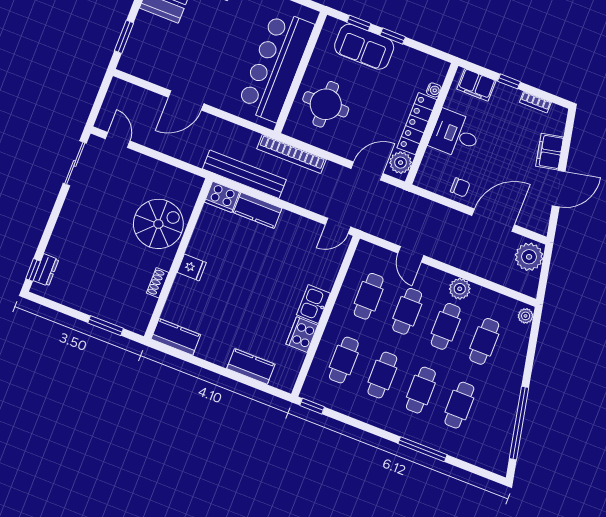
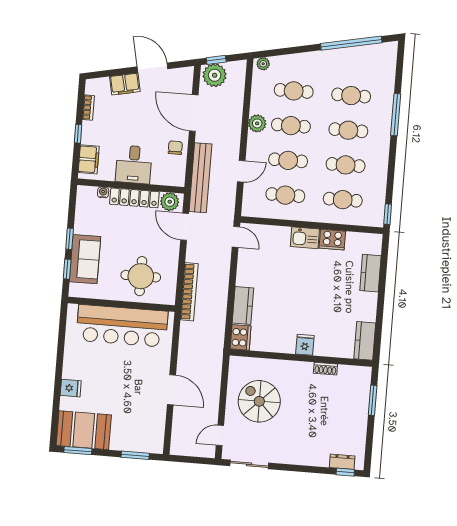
bench: (244, 174) -> (200, 178), moved
spiral stairs: (158, 224) -> (259, 401), moved
window: (546, 264) -> (216, 60), added

